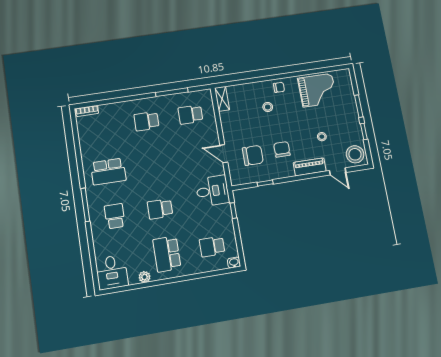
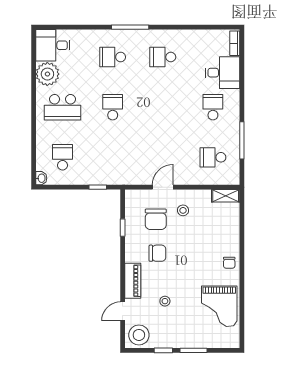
stool: (268, 107) -> (183, 210), moved
school desk: (190, 115) -> (213, 157), turned -90
school desk: (108, 172) -> (163, 57), width x0.54
desk: (212, 191) -> (222, 73), moved, turned -90
school desk: (115, 216) -> (113, 57), turned 180
school desk: (167, 254) -> (63, 107), turned 180
plant: (145, 277) -> (47, 74), width x1.88, depth x1.88

